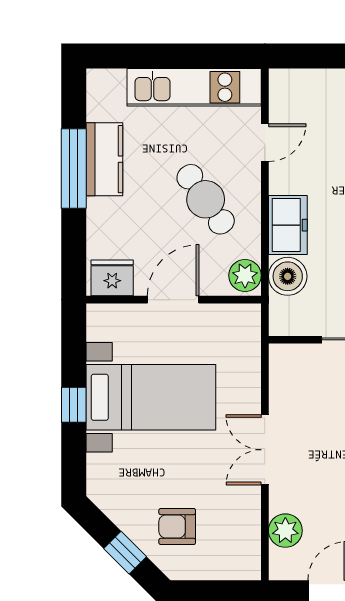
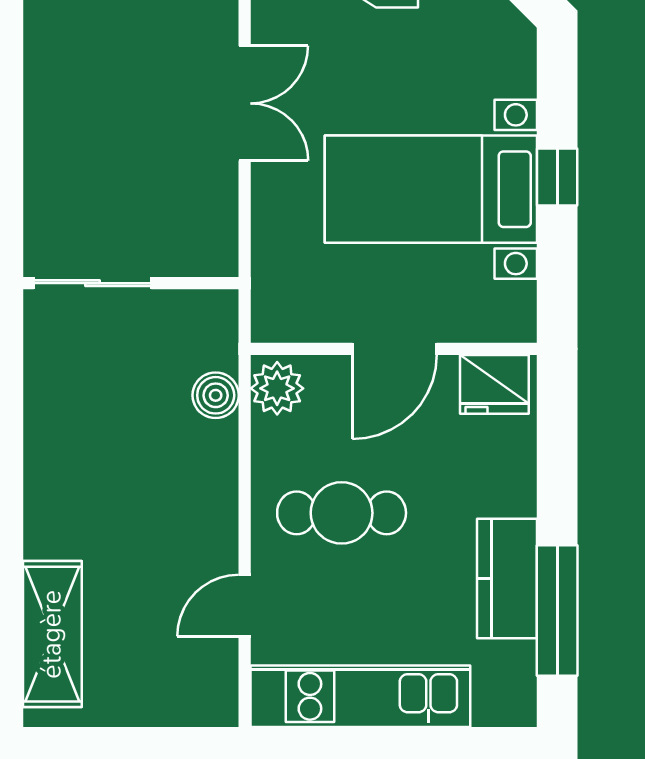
window: (74, 169) -> (557, 611), moved
cafe table: (206, 199) -> (342, 513), turned -55
freezer: (288, 225) -> (207, 471), removed
boiler: (288, 276) -> (216, 395), width x0.73, depth x0.73

